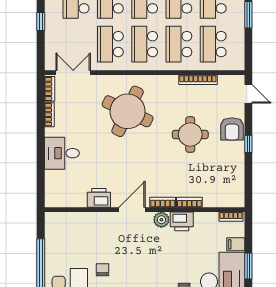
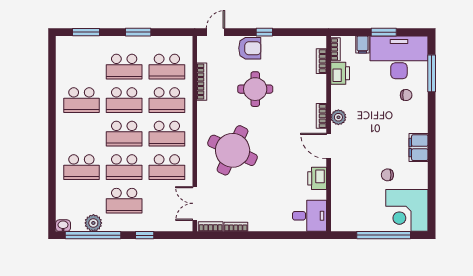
desk: (62, 153) -> (309, 216), moved, turned -90
bookcase: (189, 202) -> (321, 61), moved
printer: (182, 221) -> (340, 73), moved

